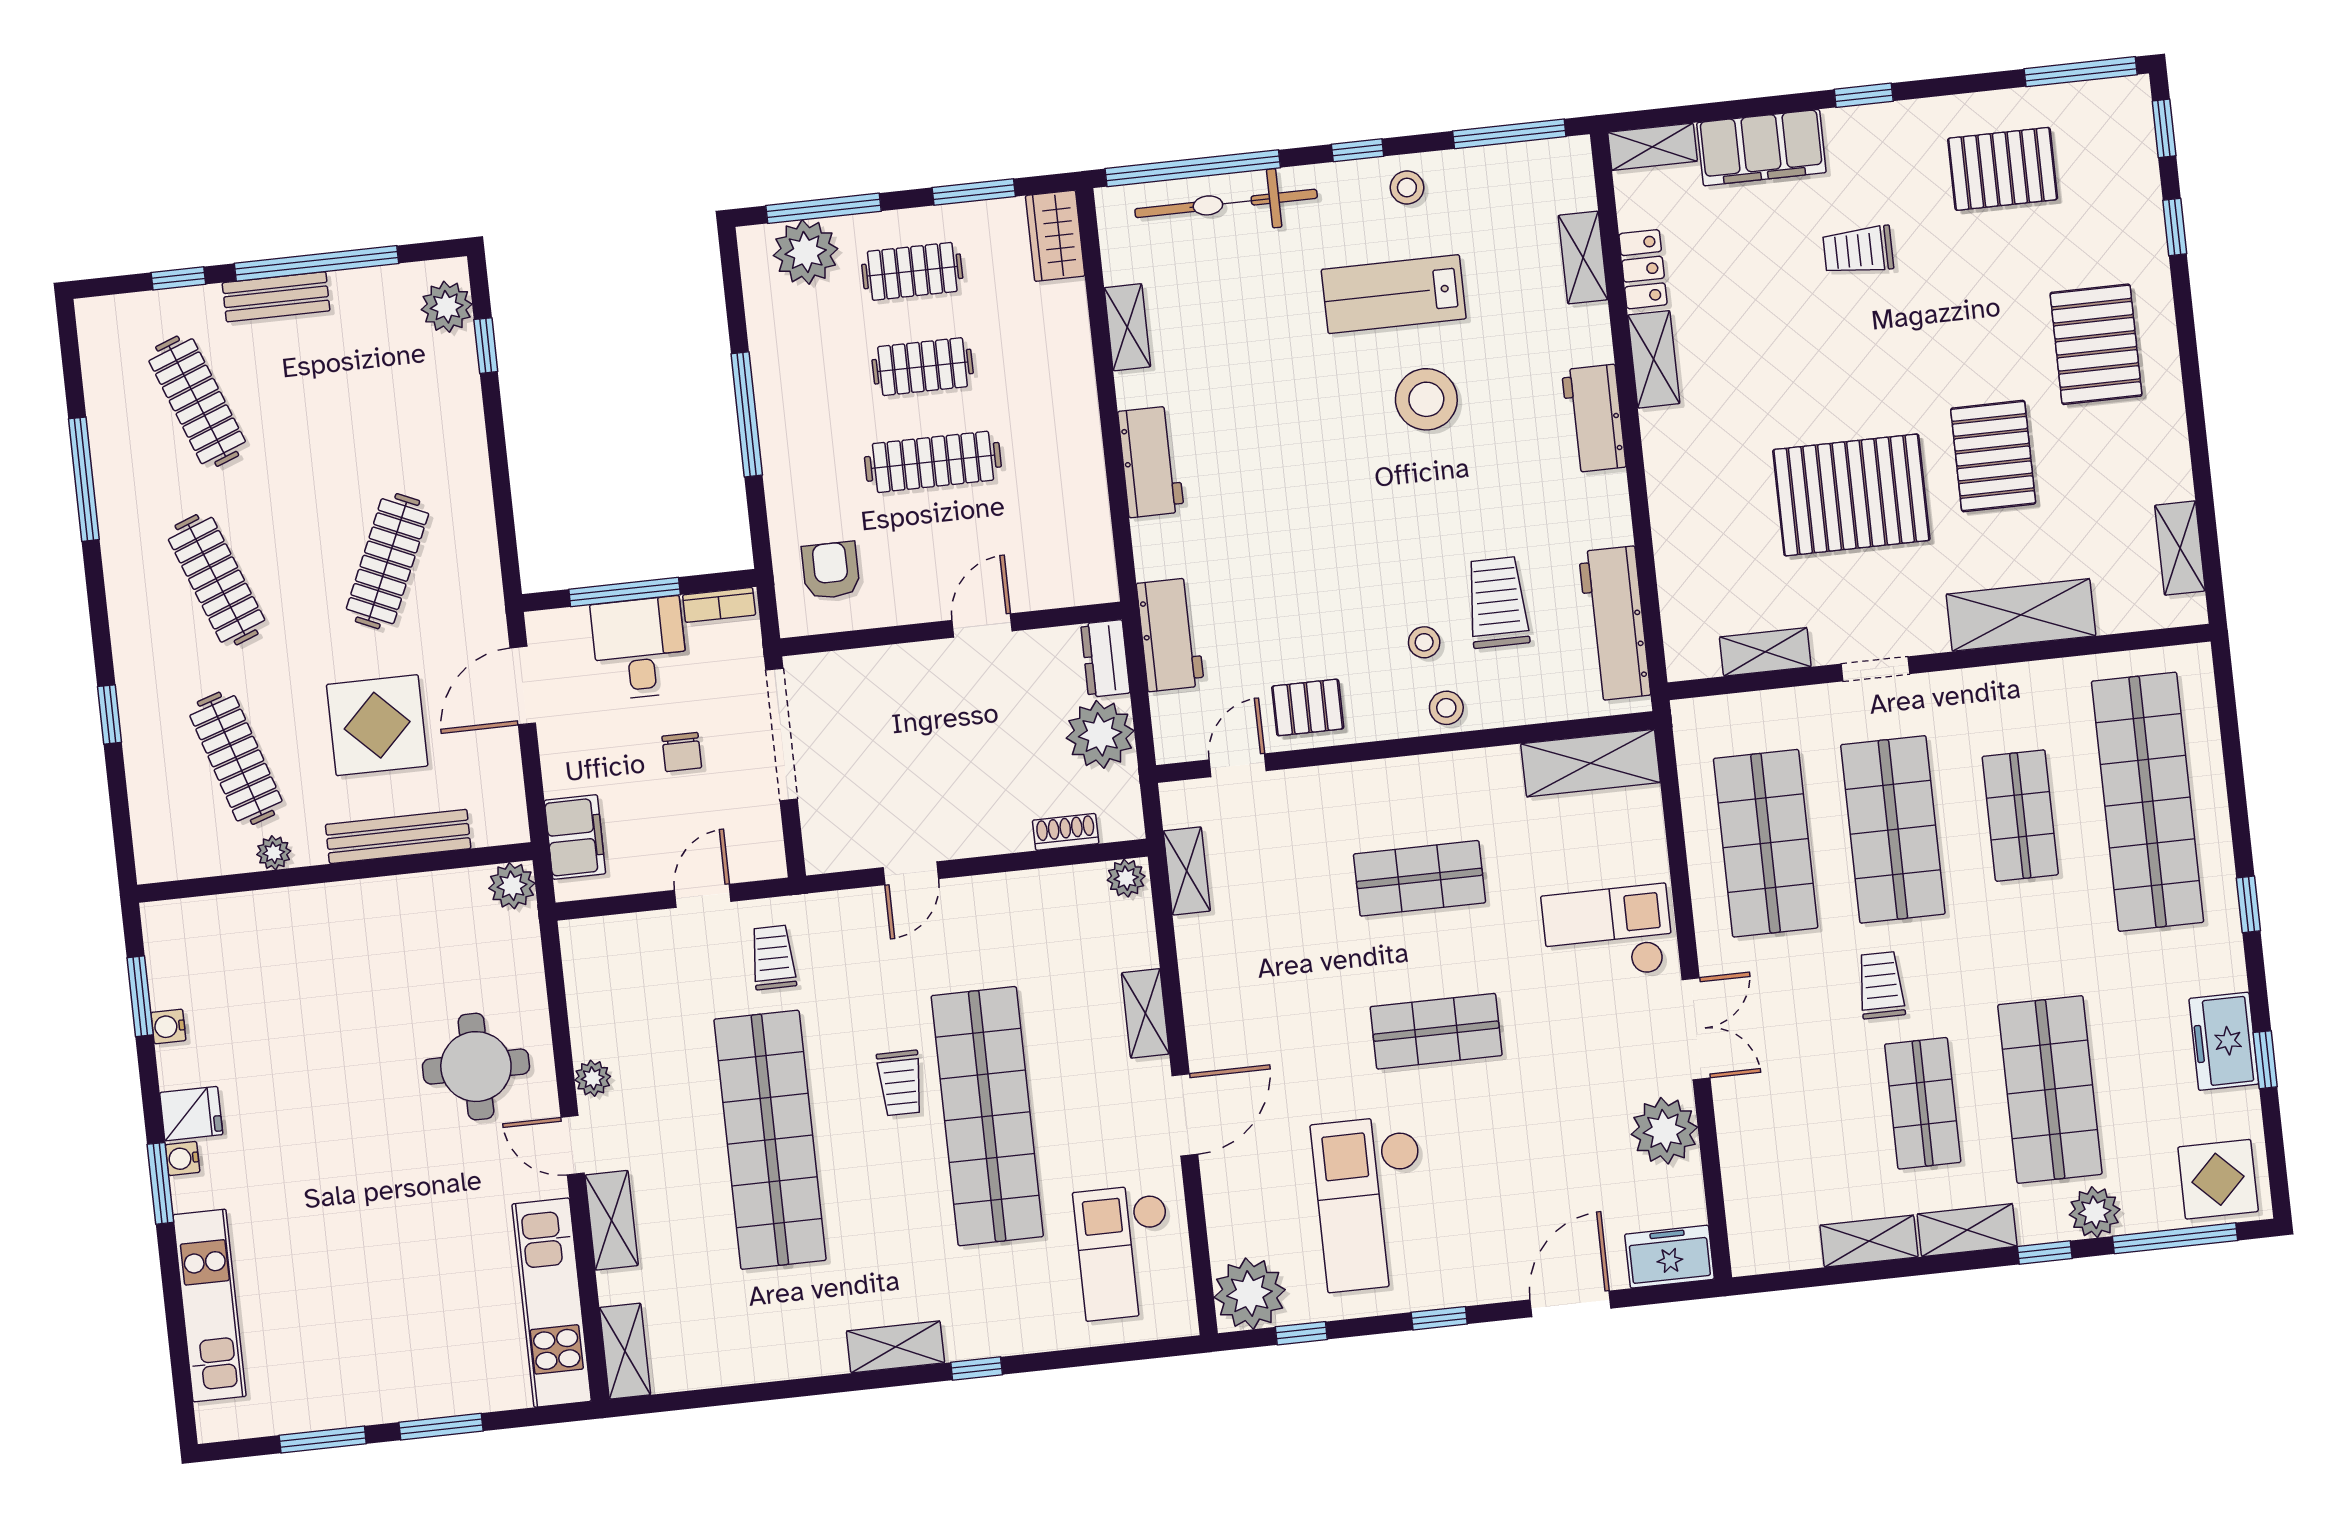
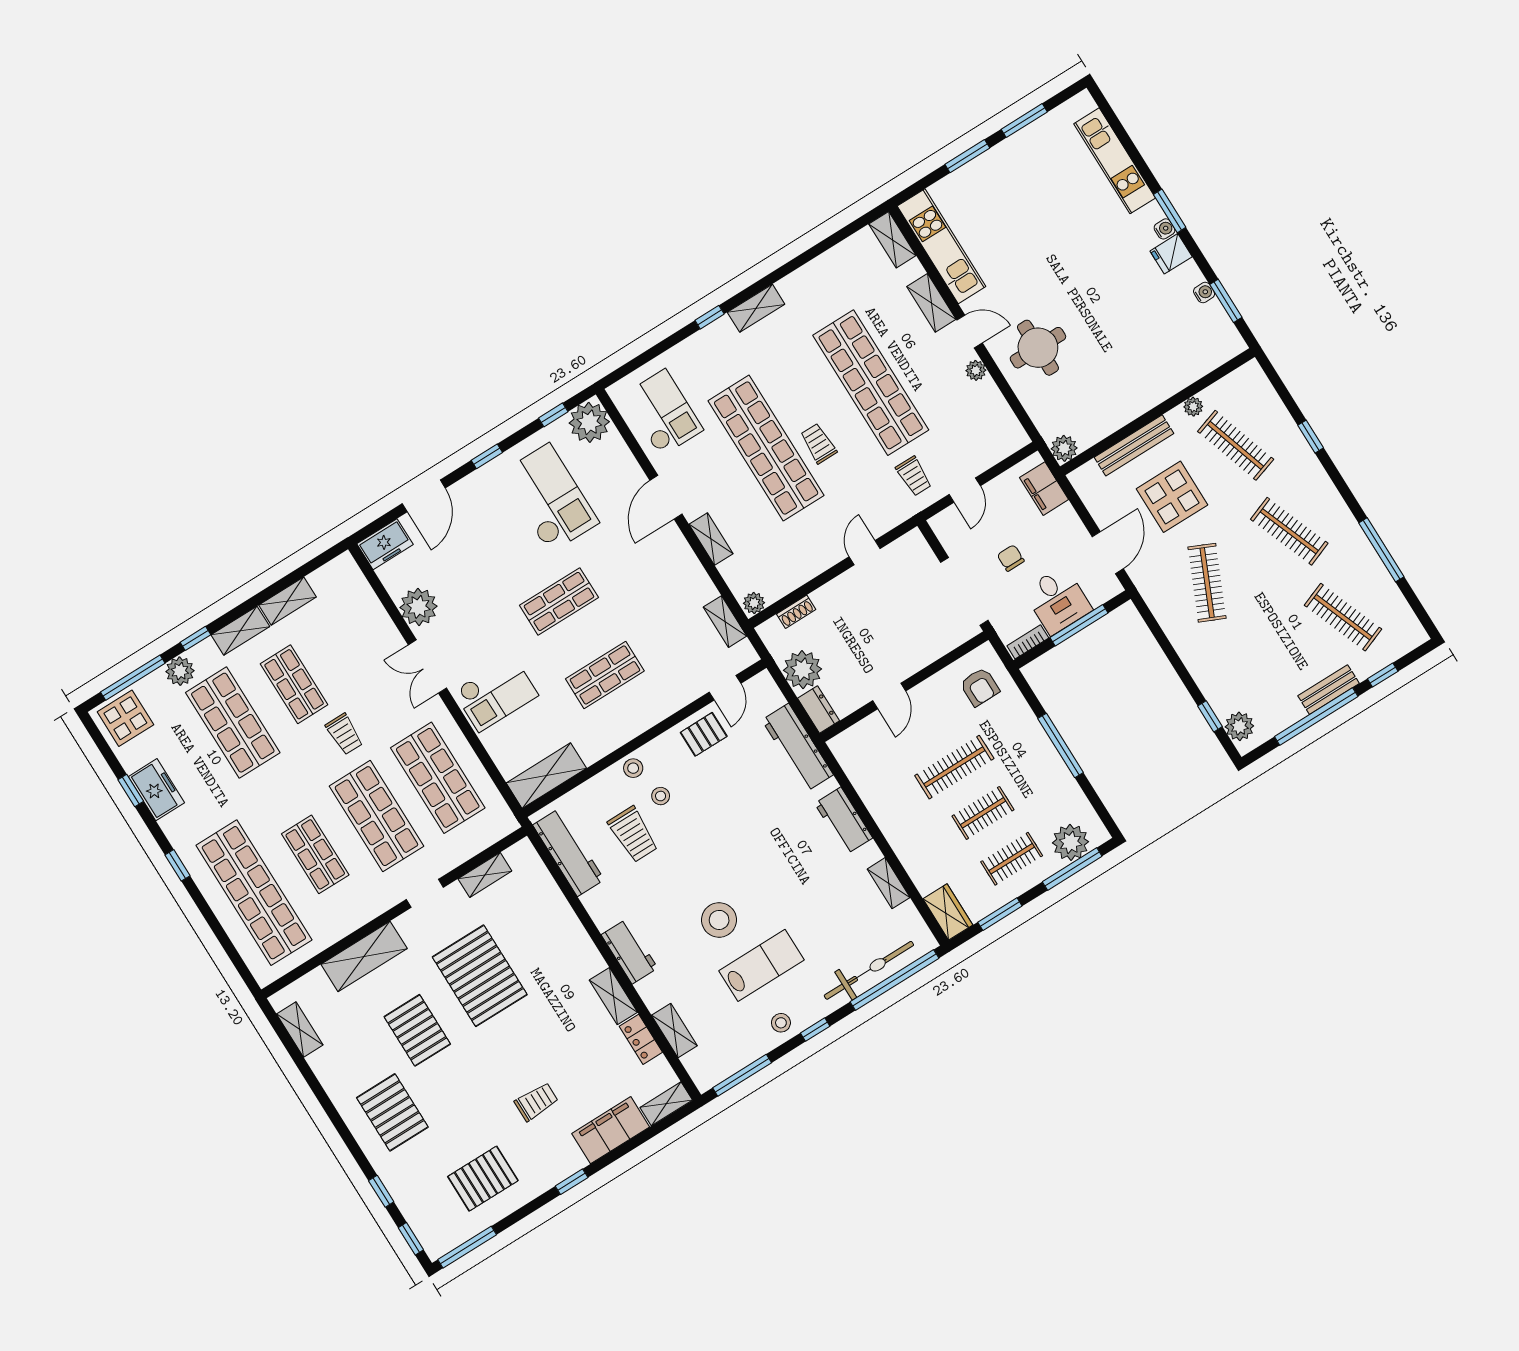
pallet: (1851, 495) -> (480, 976), turned 90
workbench: (1170, 635) -> (798, 747), width x1.38

